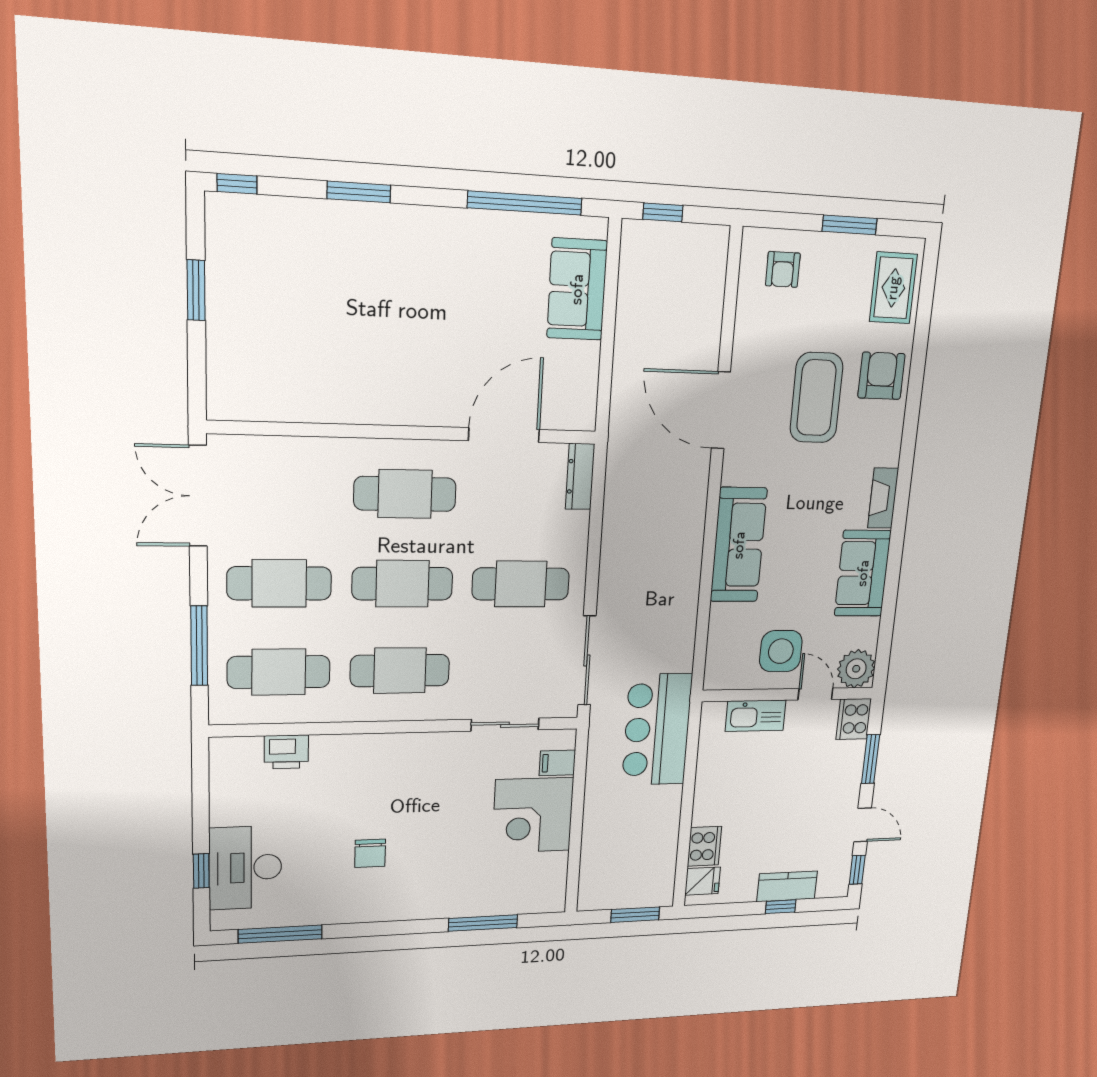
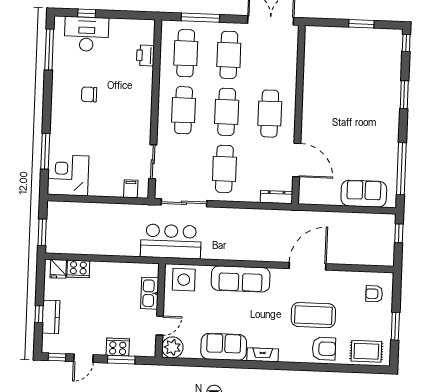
side table: (781, 651) -> (184, 280), moved
cooker: (854, 719) -> (118, 347), moved
bar counter: (657, 730) -> (171, 241), moved
corner desk: (533, 815) -> (68, 175), moved

